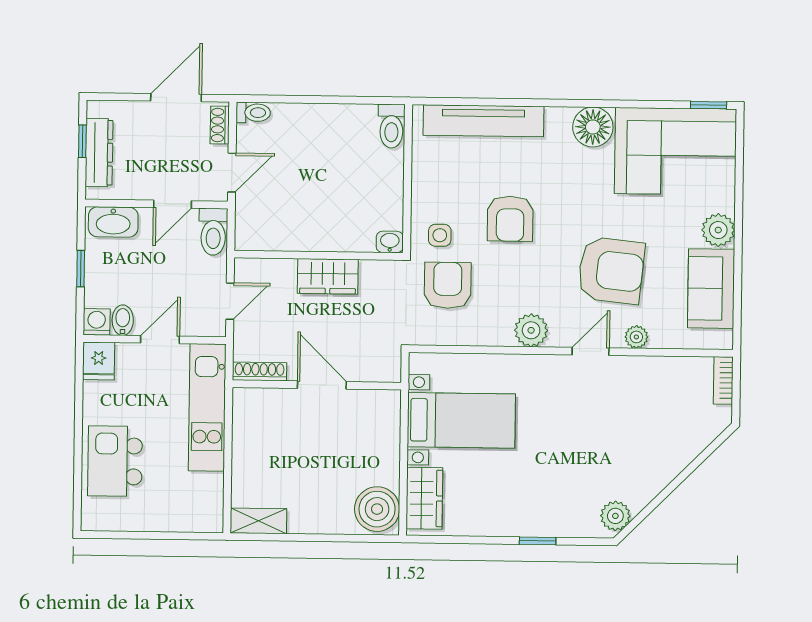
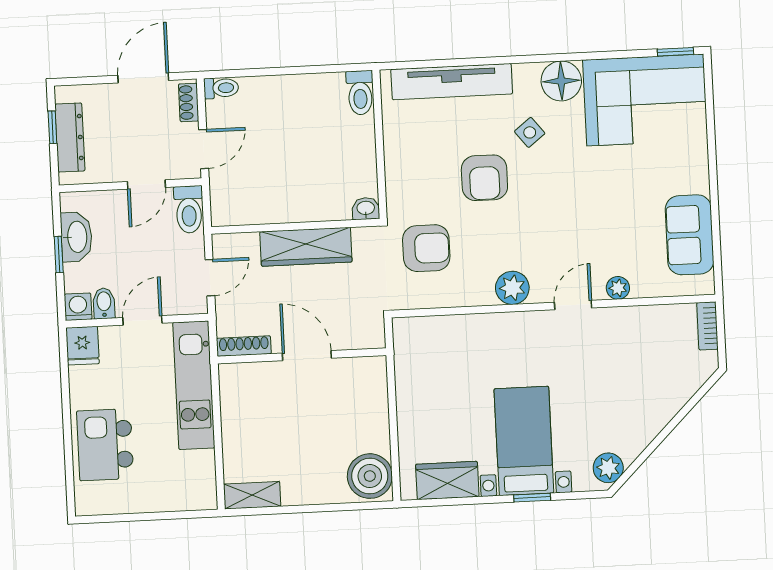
washbasin: (113, 222) -> (76, 237), moved, turned -90
plant: (718, 230) -> (693, 176), removed
side table: (440, 235) -> (530, 132), moved, turned -38
armchair: (611, 270) -> (589, 223), removed
wardrobe: (328, 276) -> (306, 247), width x1.50
armchair: (448, 285) -> (426, 248), turned 90
bed with nightstands: (461, 420) -> (524, 441), moved, turned -90
wardrobe: (424, 498) -> (447, 480), moved, turned -90

